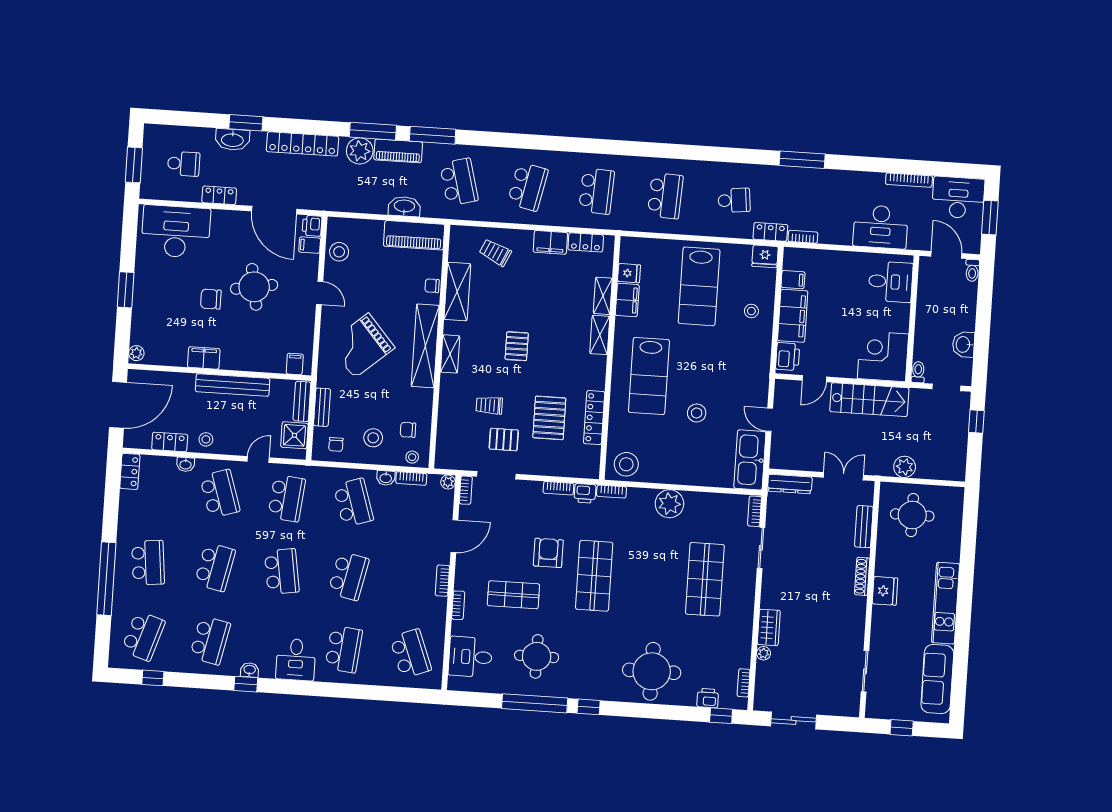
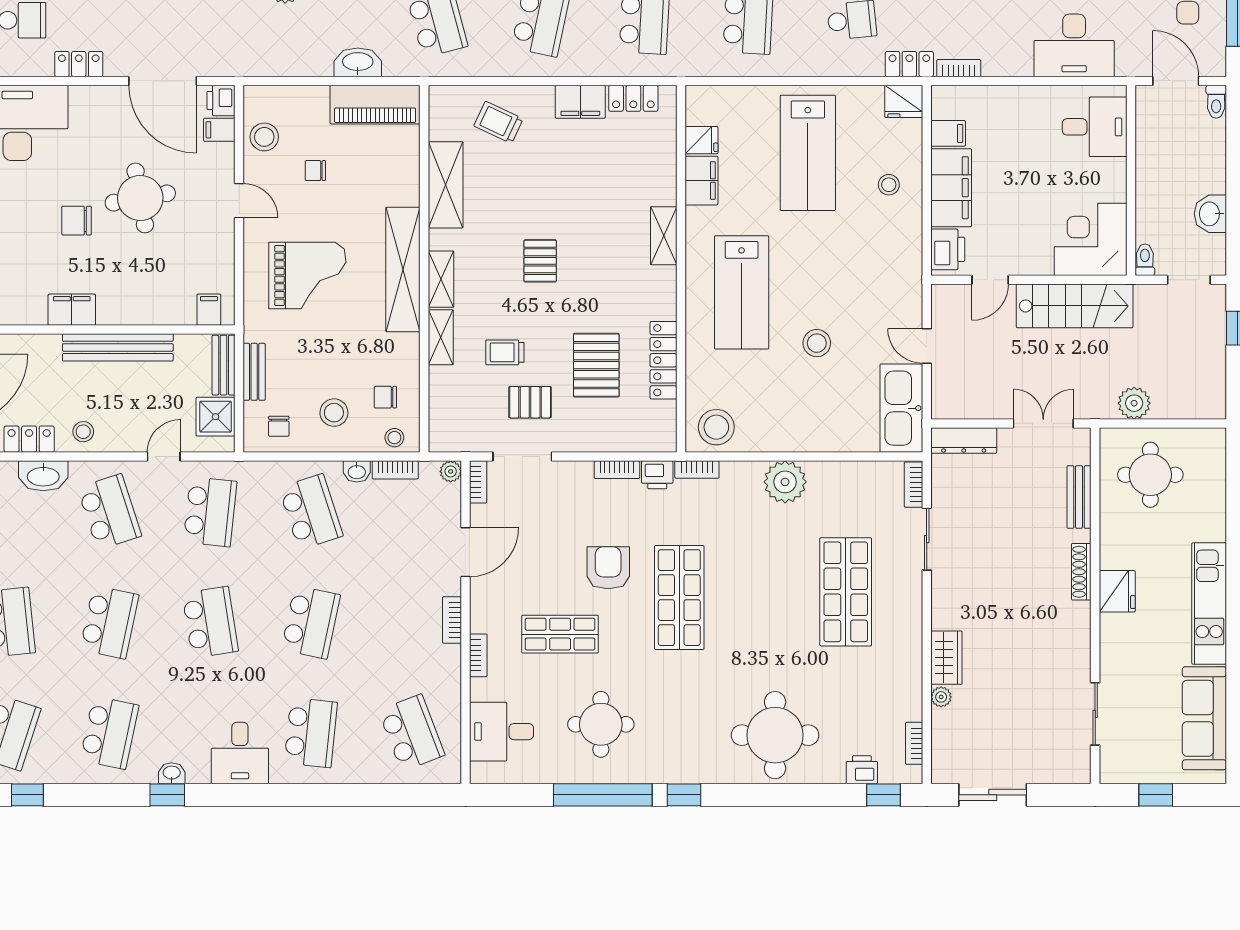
chair: (432, 286) -> (315, 171), moved
shelving: (603, 296) -> (441, 337), moved
grand piano: (362, 346) -> (307, 275), turned -139
washbasin: (186, 464) -> (43, 476), width x1.91, depth x1.45

